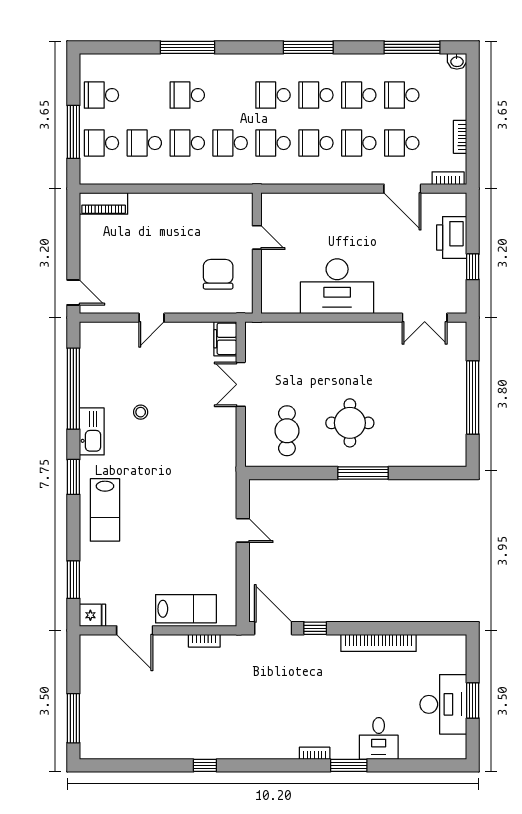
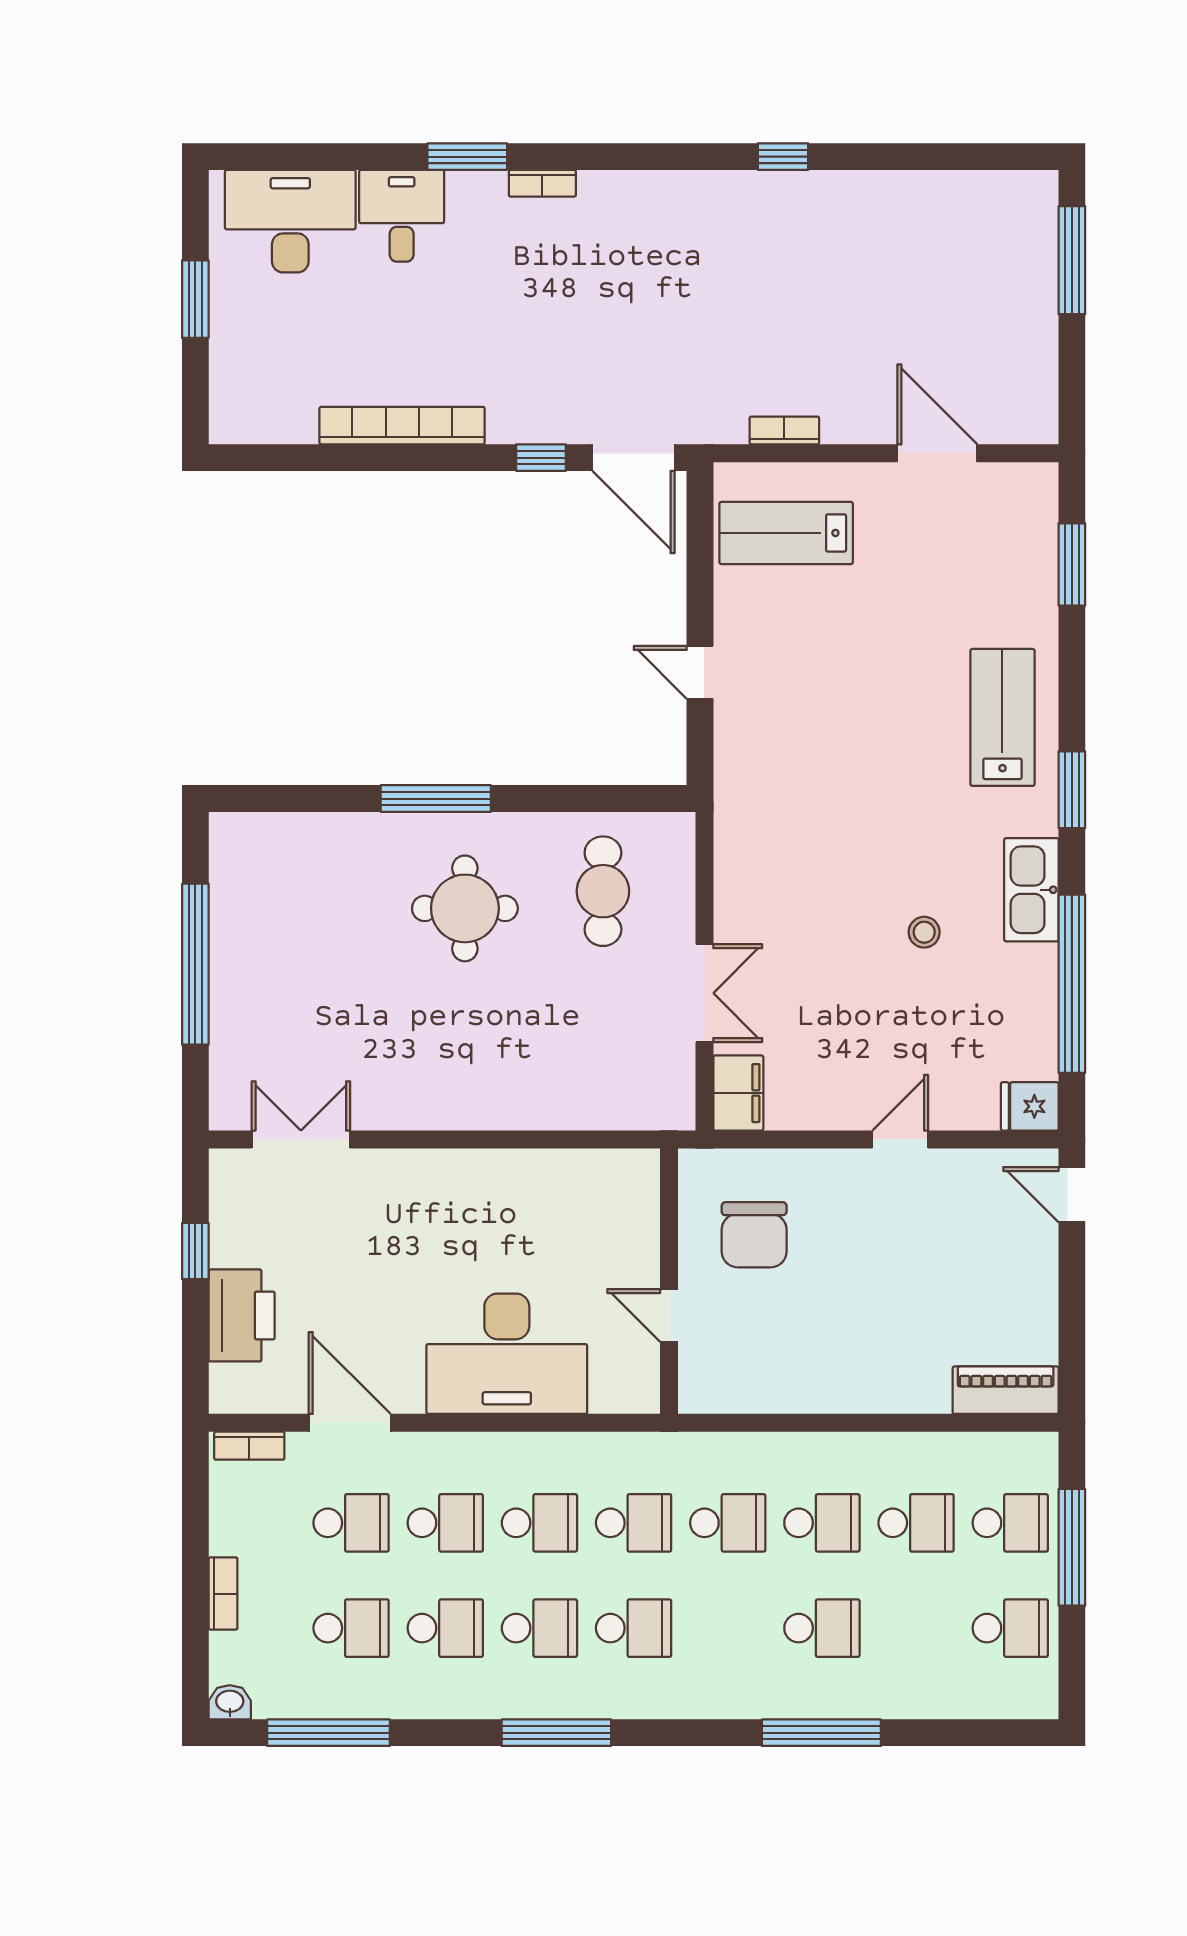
bookcase: (460, 137) -> (223, 1594), moved
desk: (337, 286) -> (507, 1354), moved, turned 180
lab bench: (186, 609) -> (786, 533), moved
fridge: (93, 615) -> (1030, 1106), moved
desk: (443, 704) -> (290, 221), moved, turned 90

